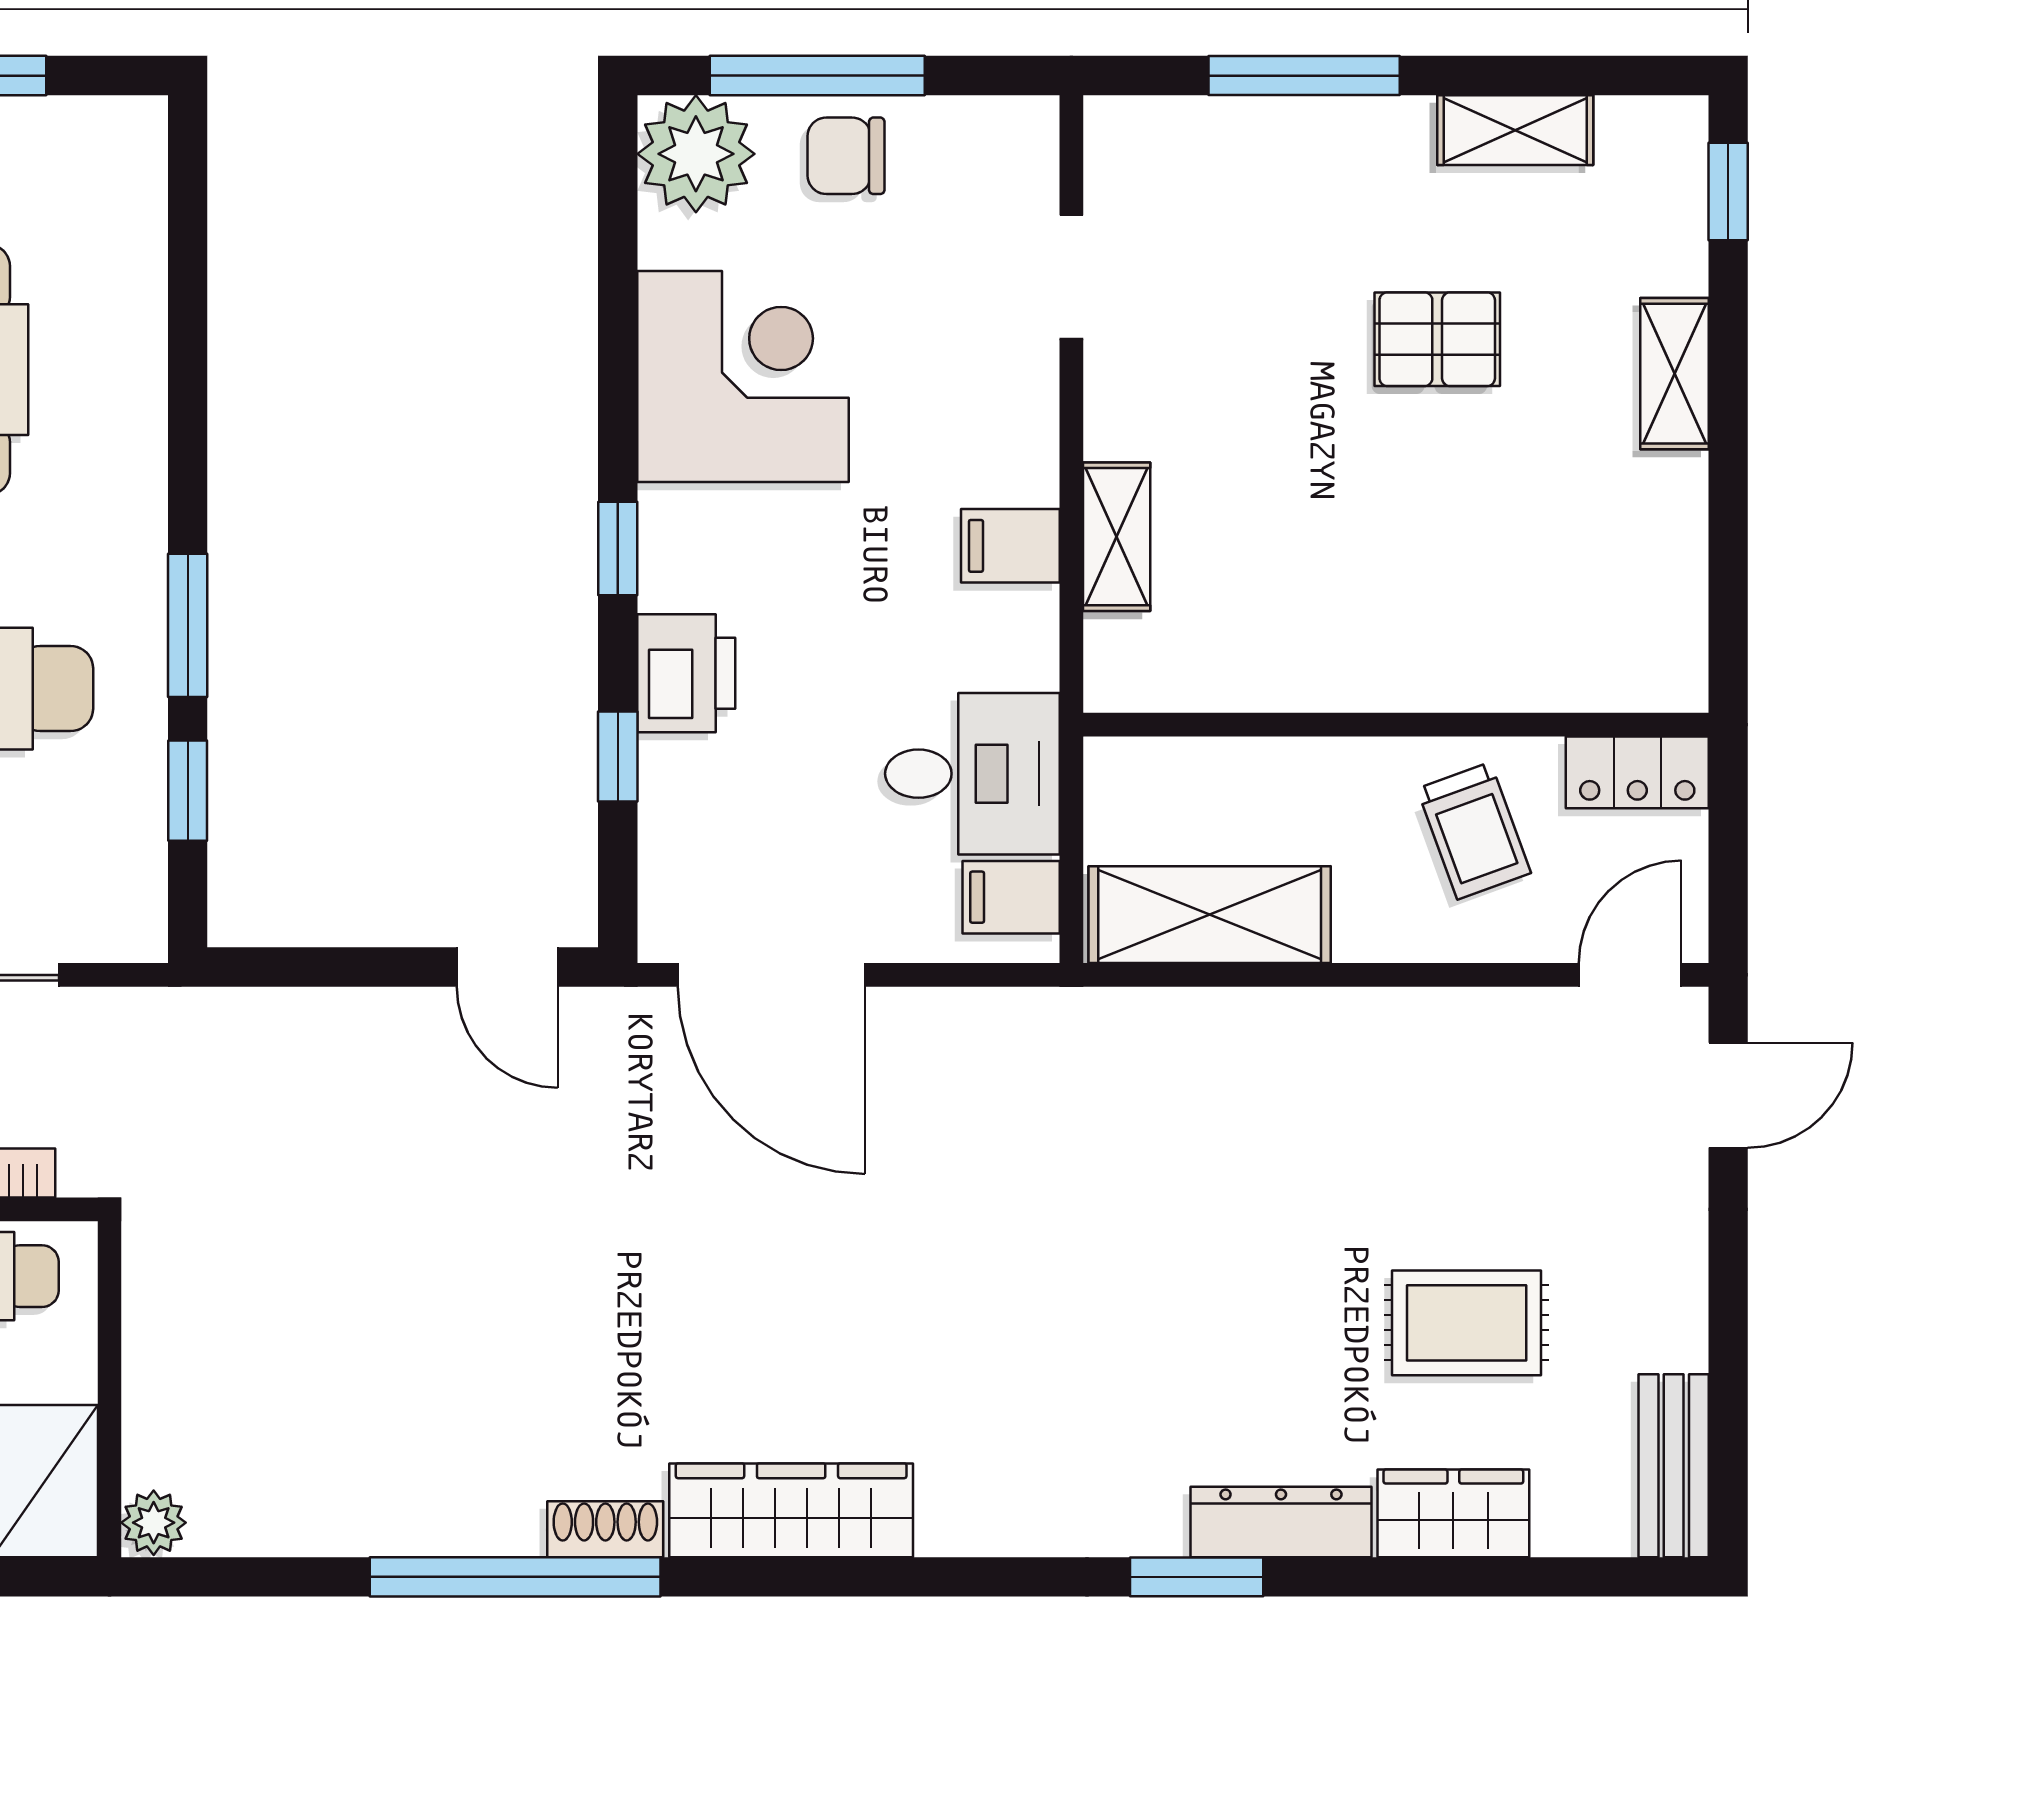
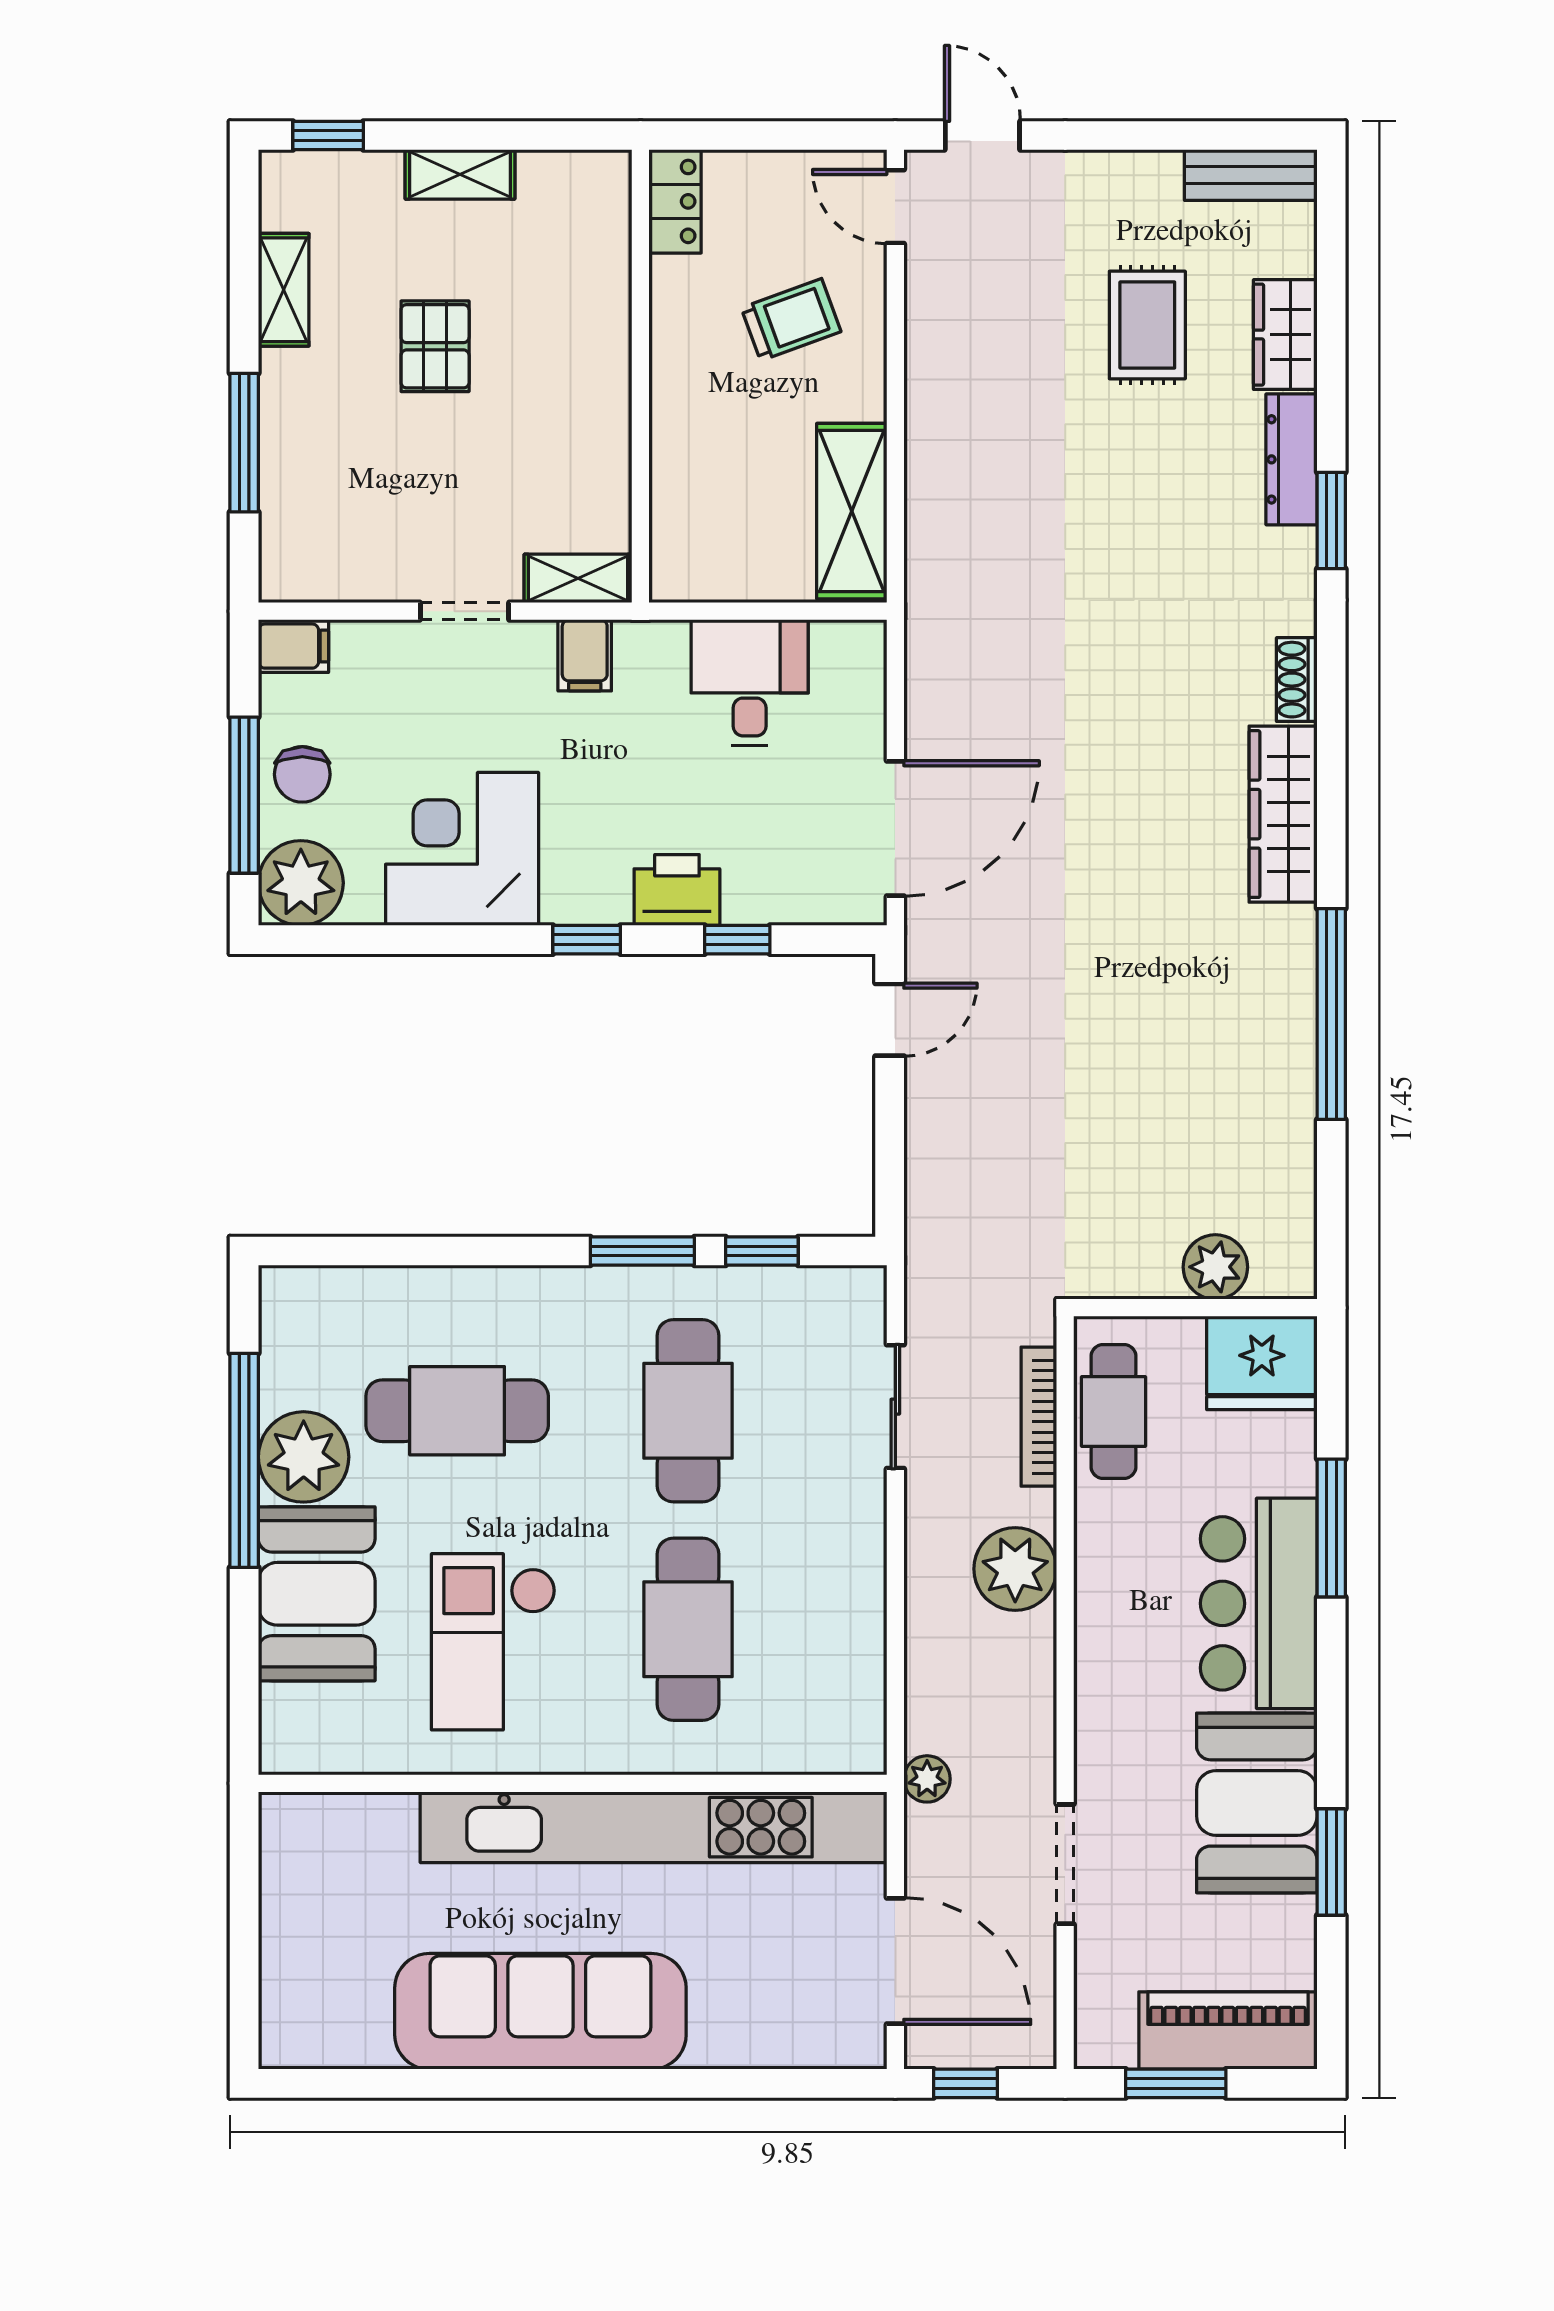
doorway: (1071, 277) -> (465, 611), moved
wall: (1396, 725) -> (640, 376), moved
locker: (1637, 772) -> (675, 201), moved
filing cabinet: (1011, 897) -> (293, 646), moved, turned -90
plant: (154, 1523) -> (1215, 1267), moved, width x1.38, depth x1.38
shoe rack: (605, 1529) -> (1297, 680), moved

